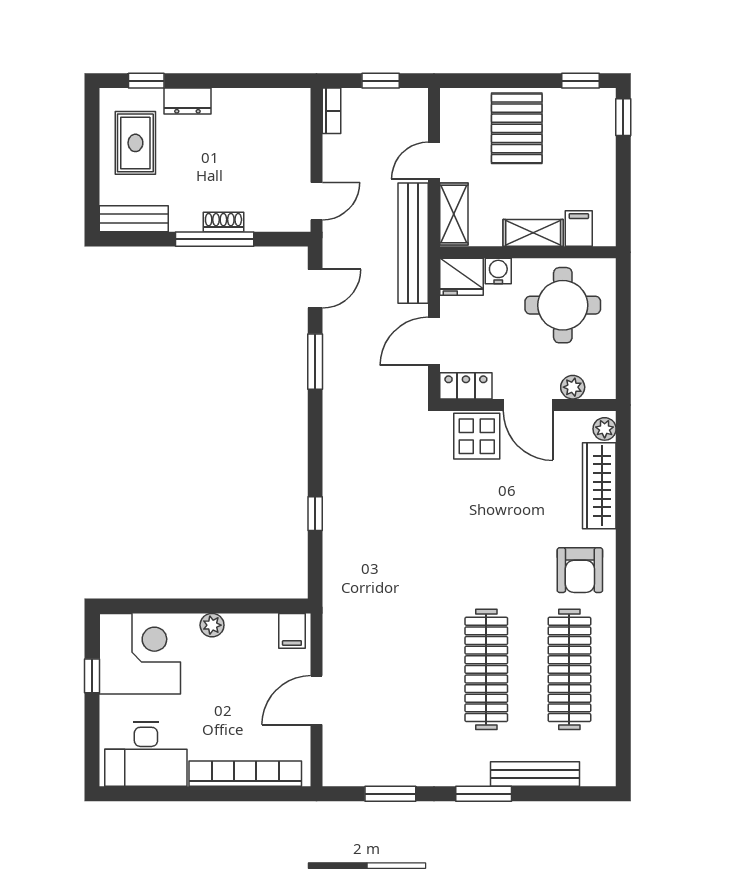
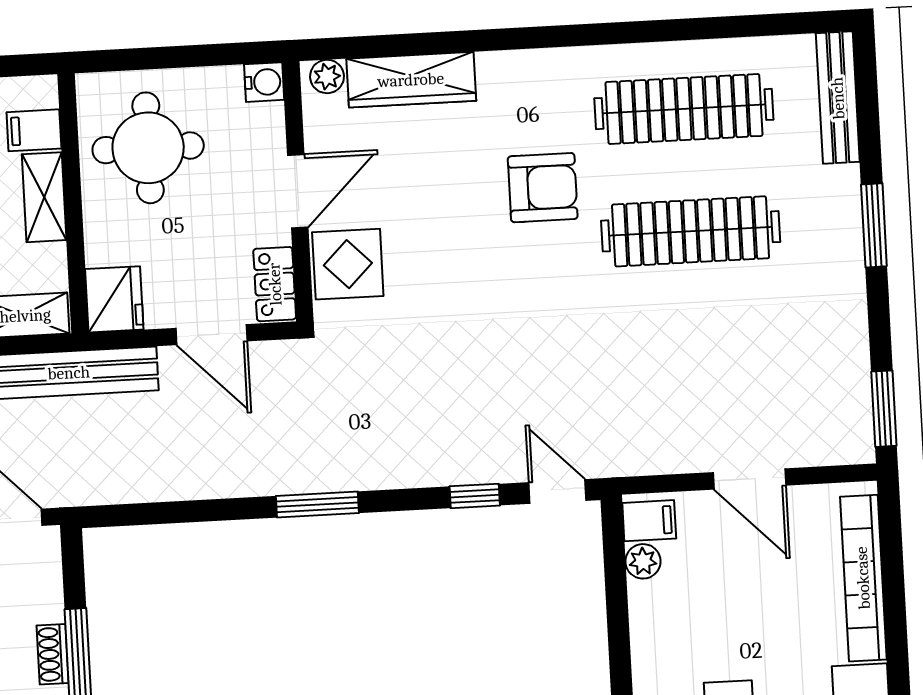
water cooler: (498, 271) -> (264, 82), moved, turned 180
door: (315, 289) -> (557, 491), moved
window: (315, 362) -> (317, 504), moved
plant: (573, 387) -> (268, 127), removed
armchair: (580, 570) -> (543, 188), moved
plant: (212, 625) -> (643, 561), moved
bench: (535, 774) -> (838, 98), moved
window: (390, 794) -> (884, 409), moved

